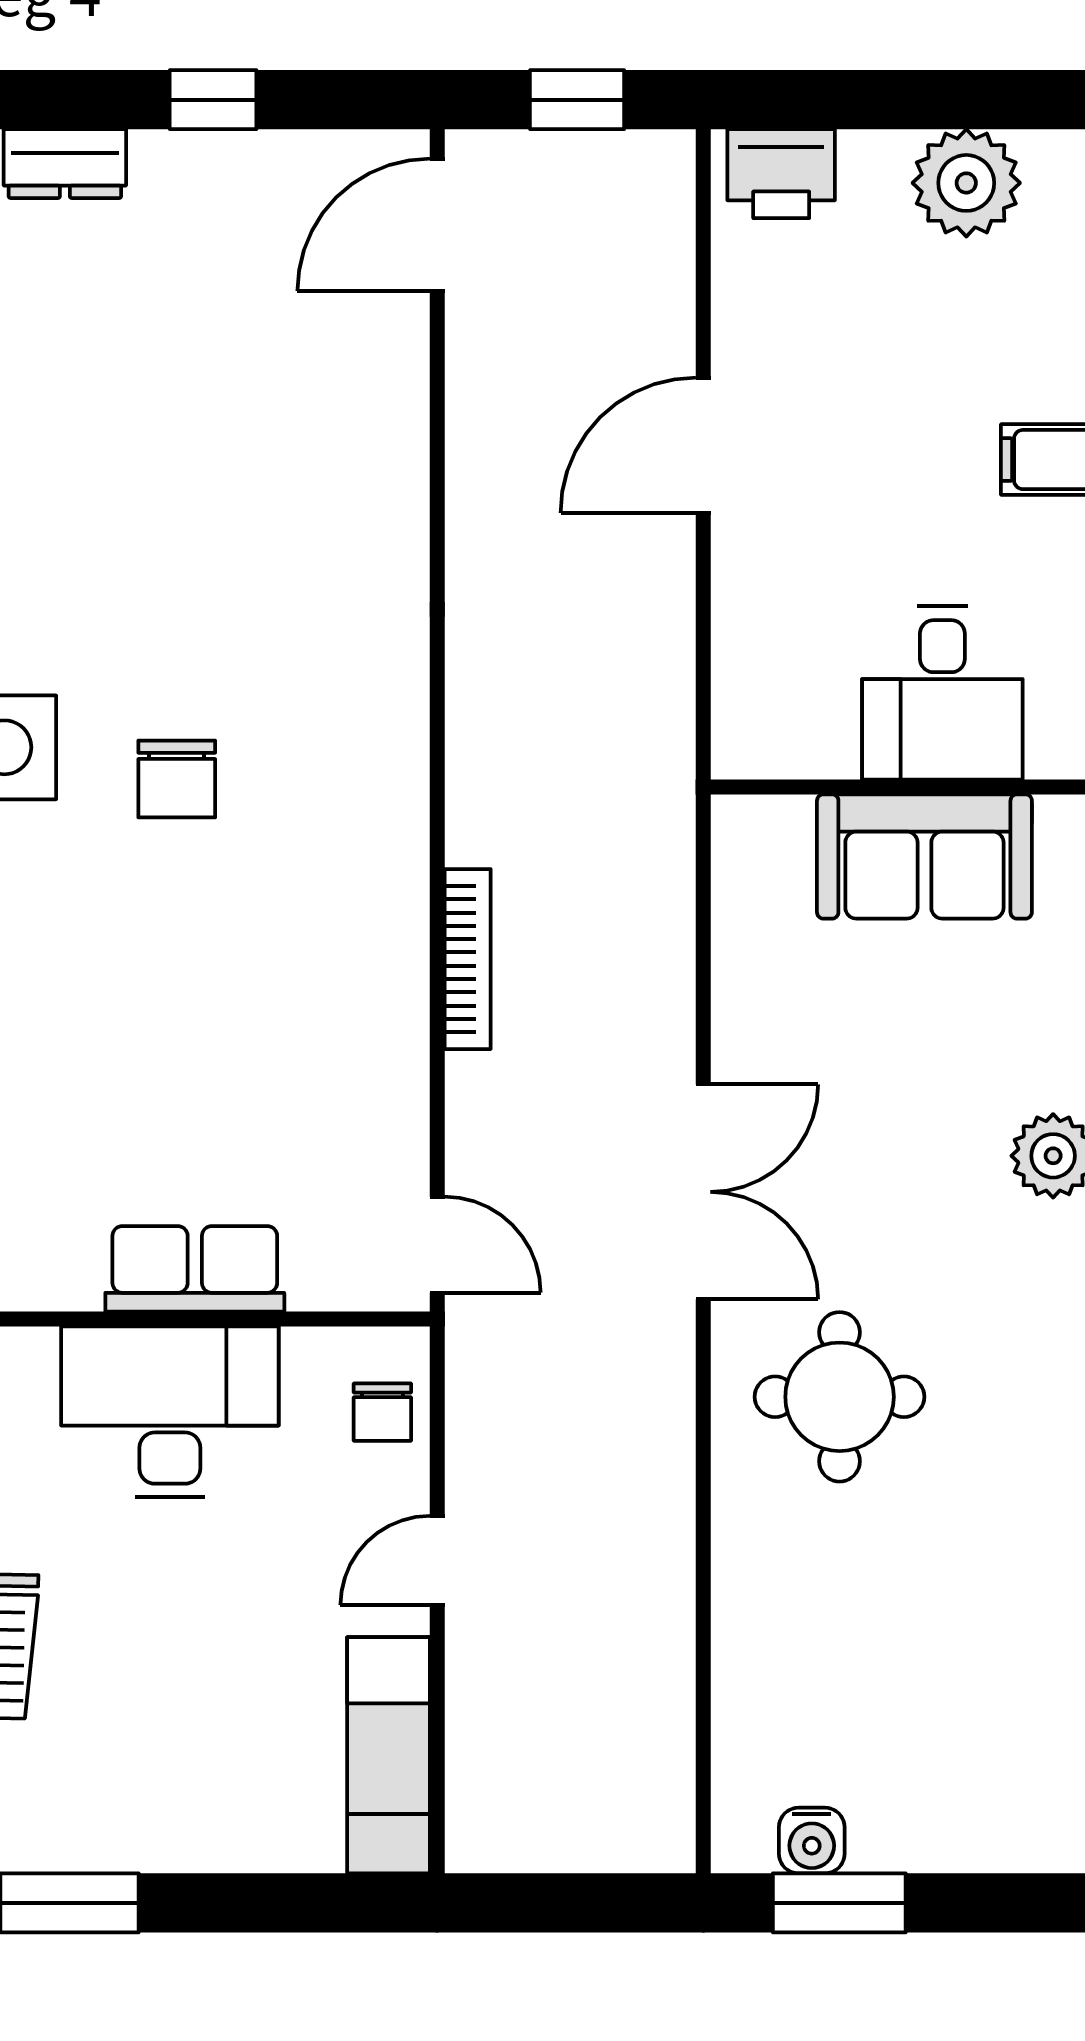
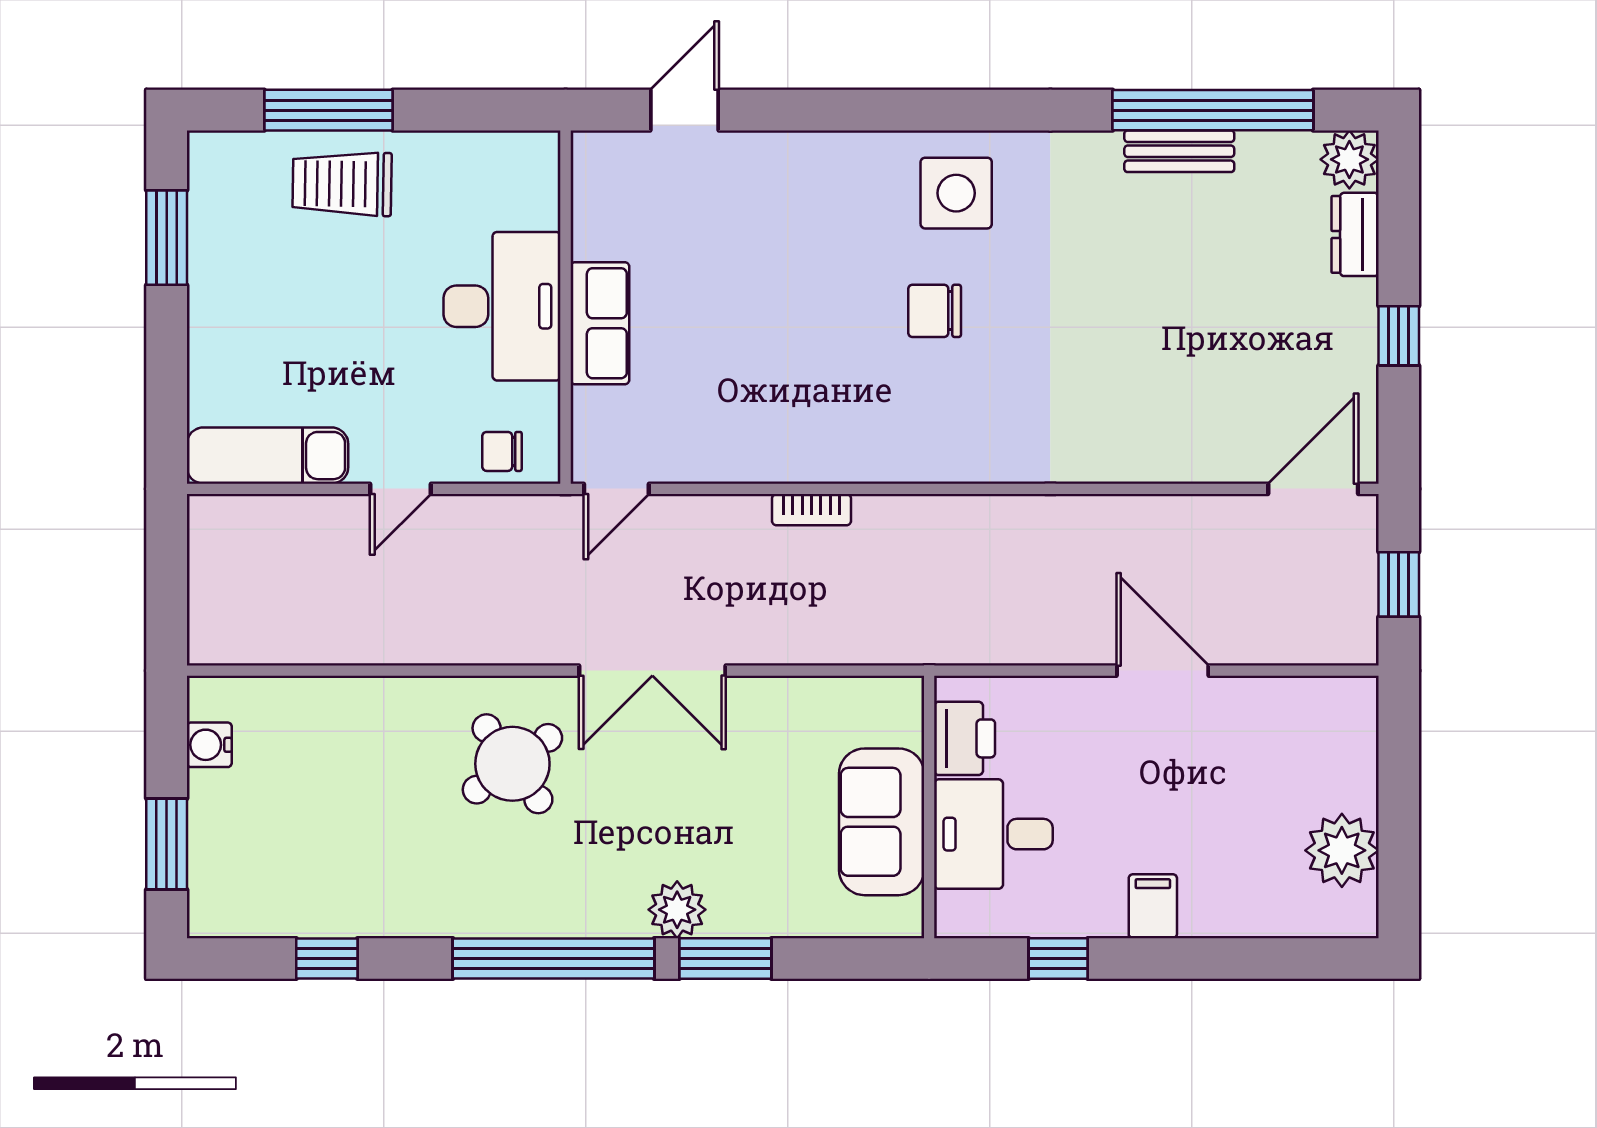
printer: (781, 174) -> (965, 738), moved, turned 180
door: (437, 225) -> (1313, 489), hinge flipped
bookcase: (468, 959) -> (811, 510), width x0.64
round table: (840, 1397) -> (512, 764), turned -36
door: (437, 1561) -> (401, 489), swing flipped
window: (839, 1903) -> (167, 844), moved

